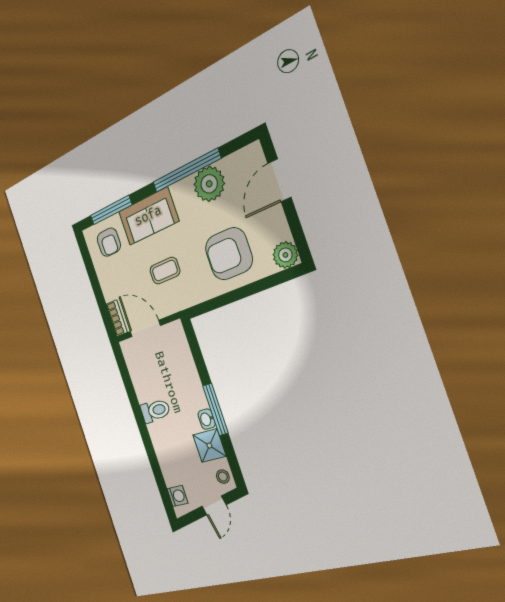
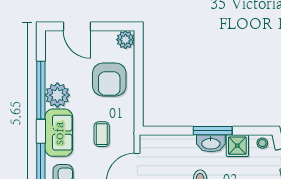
plant: (209, 184) -> (57, 95), moved
washbasin: (207, 419) -> (211, 143), width x1.91, depth x1.45

